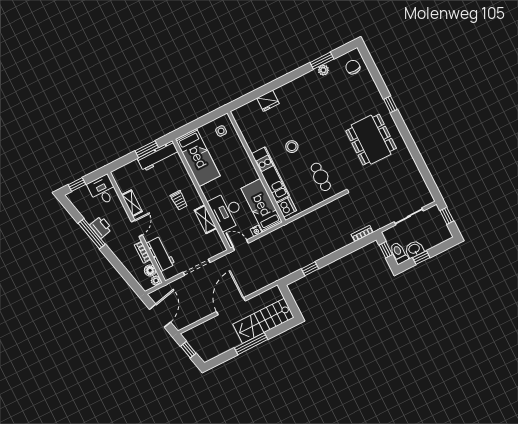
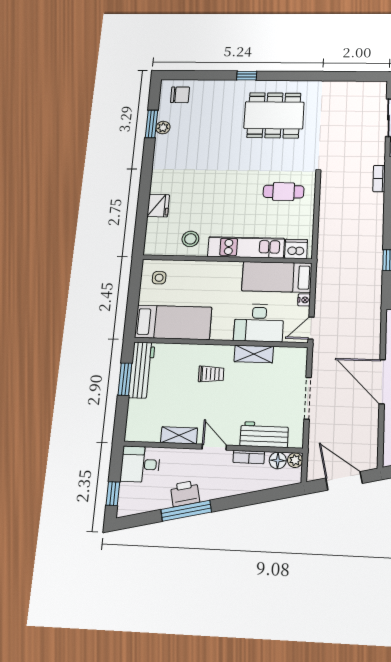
chair: (353, 67) -> (180, 95), turned 180
stool: (292, 147) -> (190, 239), moved

